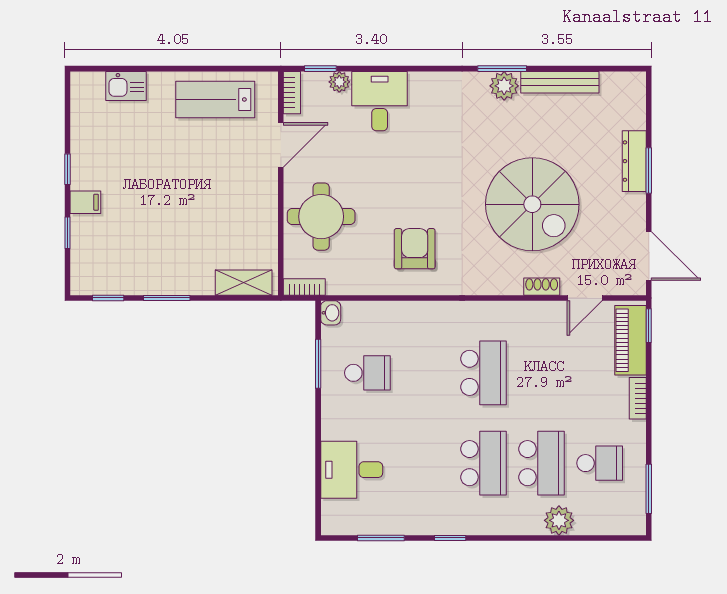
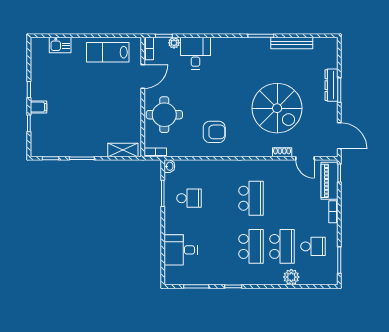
plant: (504, 86) -> (262, 45), removed
armchair: (415, 249) -> (214, 132), turned 90
door: (585, 298) -> (305, 158), hinge flipped

